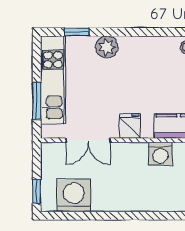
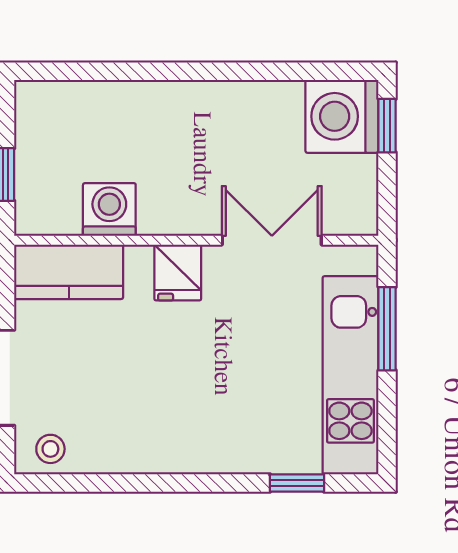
plant: (107, 47) -> (230, 450), removed
washing machine: (74, 196) -> (342, 116), moved, turned 90

